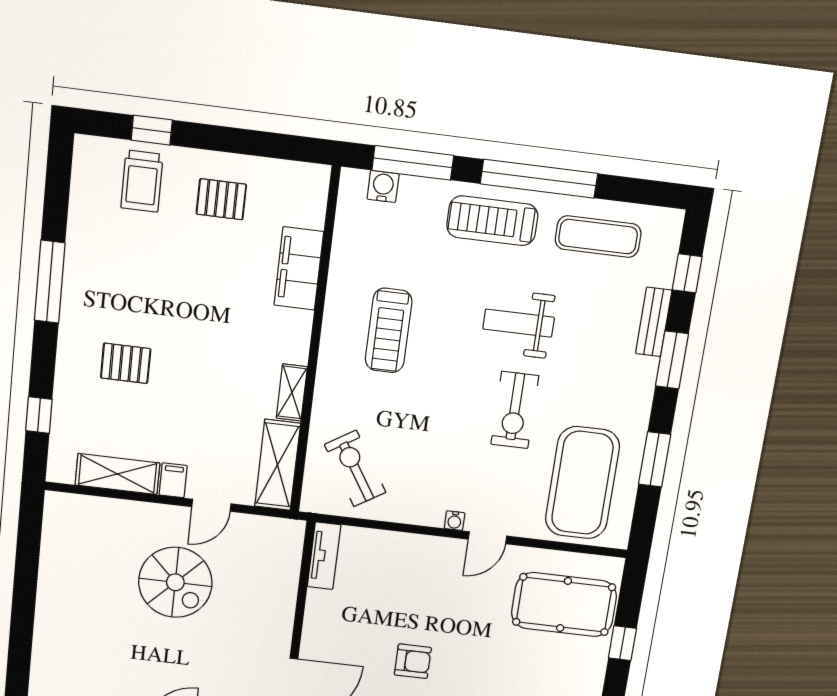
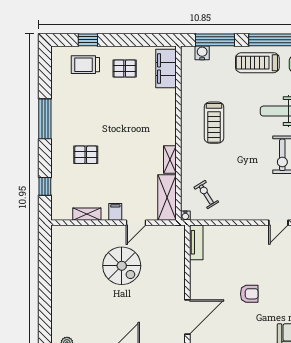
trolley: (142, 181) -> (85, 65), turned 90
filing cabinet: (299, 268) -> (166, 69), moved
exercise bike: (355, 468) -> (206, 195), width x0.73, depth x0.72
shelving: (117, 474) -> (87, 214), width x0.67, depth x0.75
water cooler: (455, 521) -> (185, 216), moved

